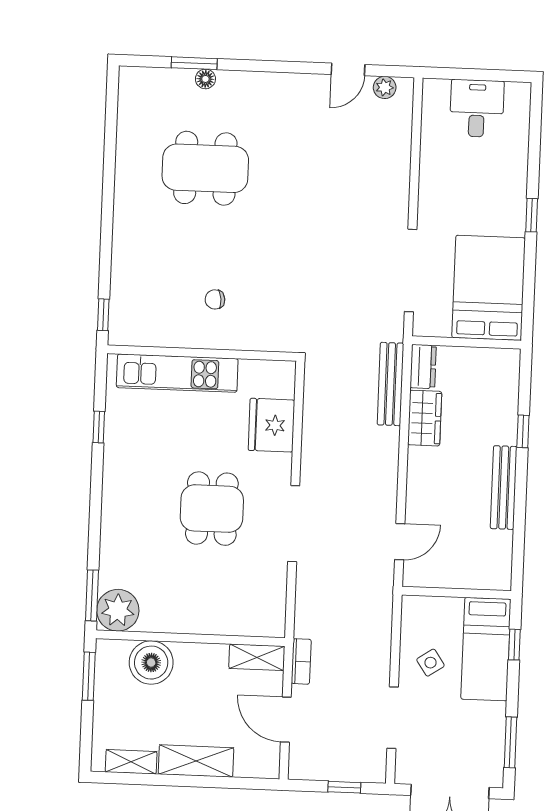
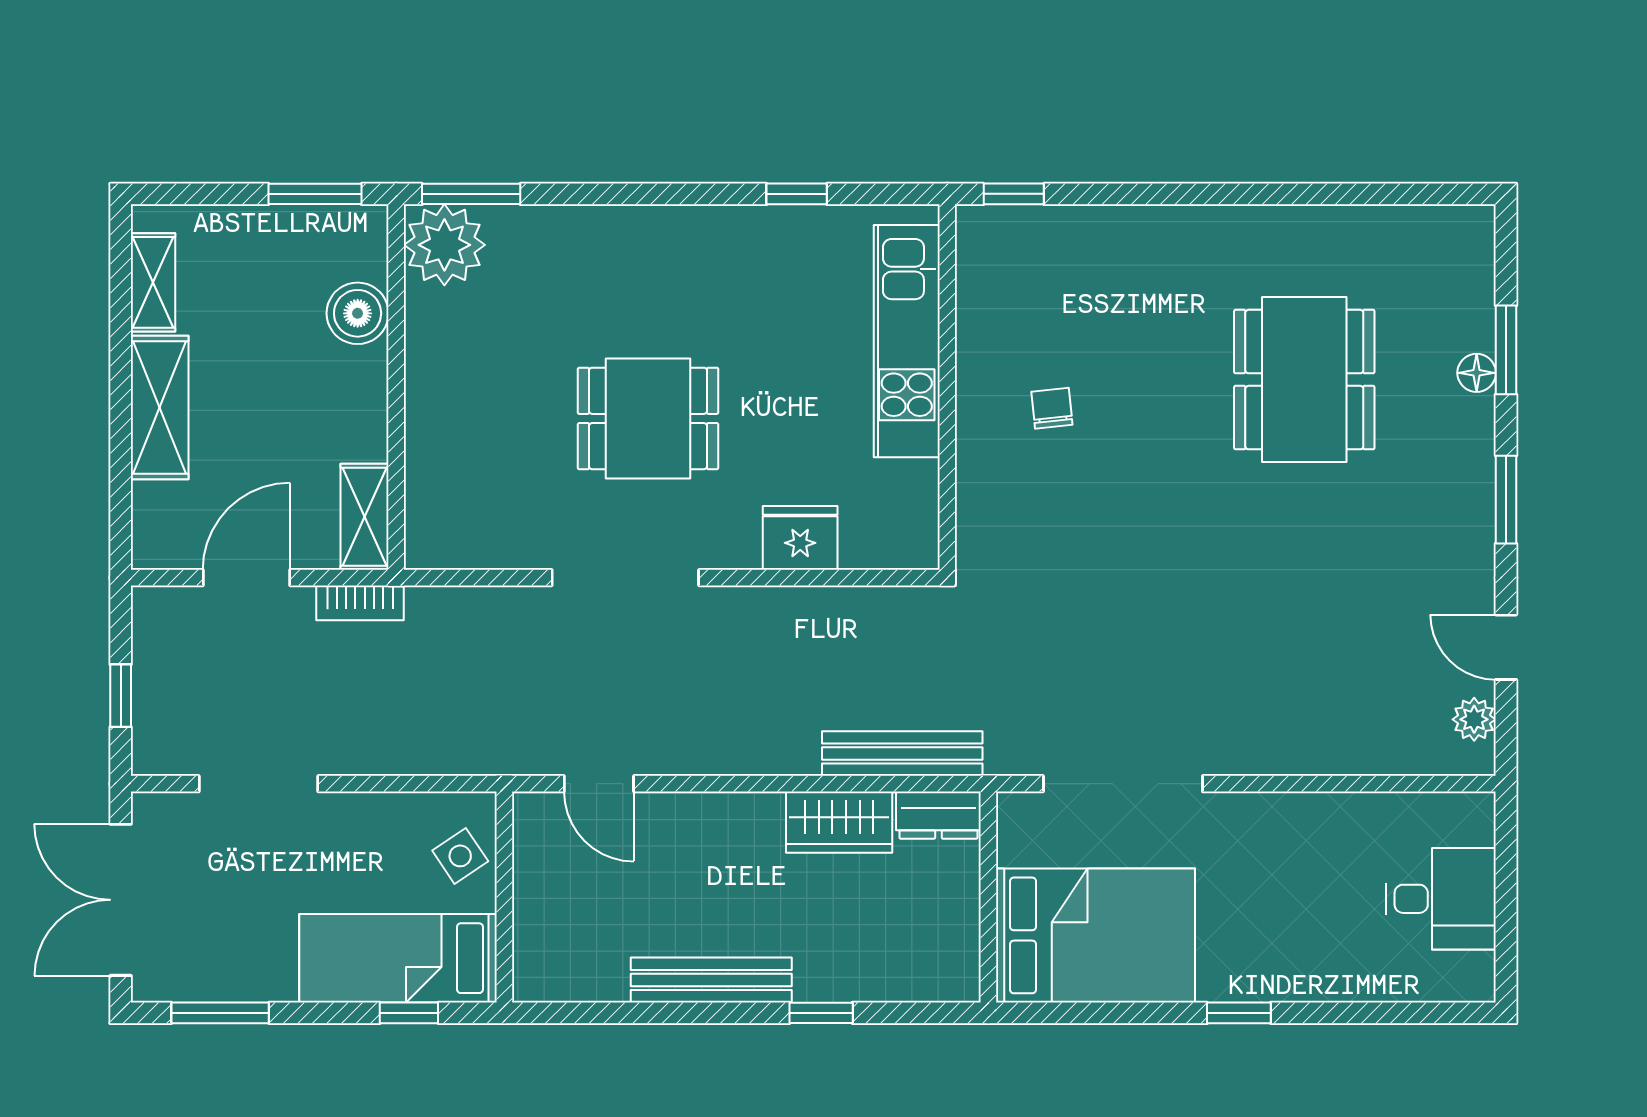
window: (272, 66) -> (1506, 500), added
fridge: (271, 425) -> (800, 538), width x0.73, depth x0.75
boiler: (151, 663) -> (358, 313), width x0.73, depth x0.73
side table: (430, 663) -> (460, 856), moved

